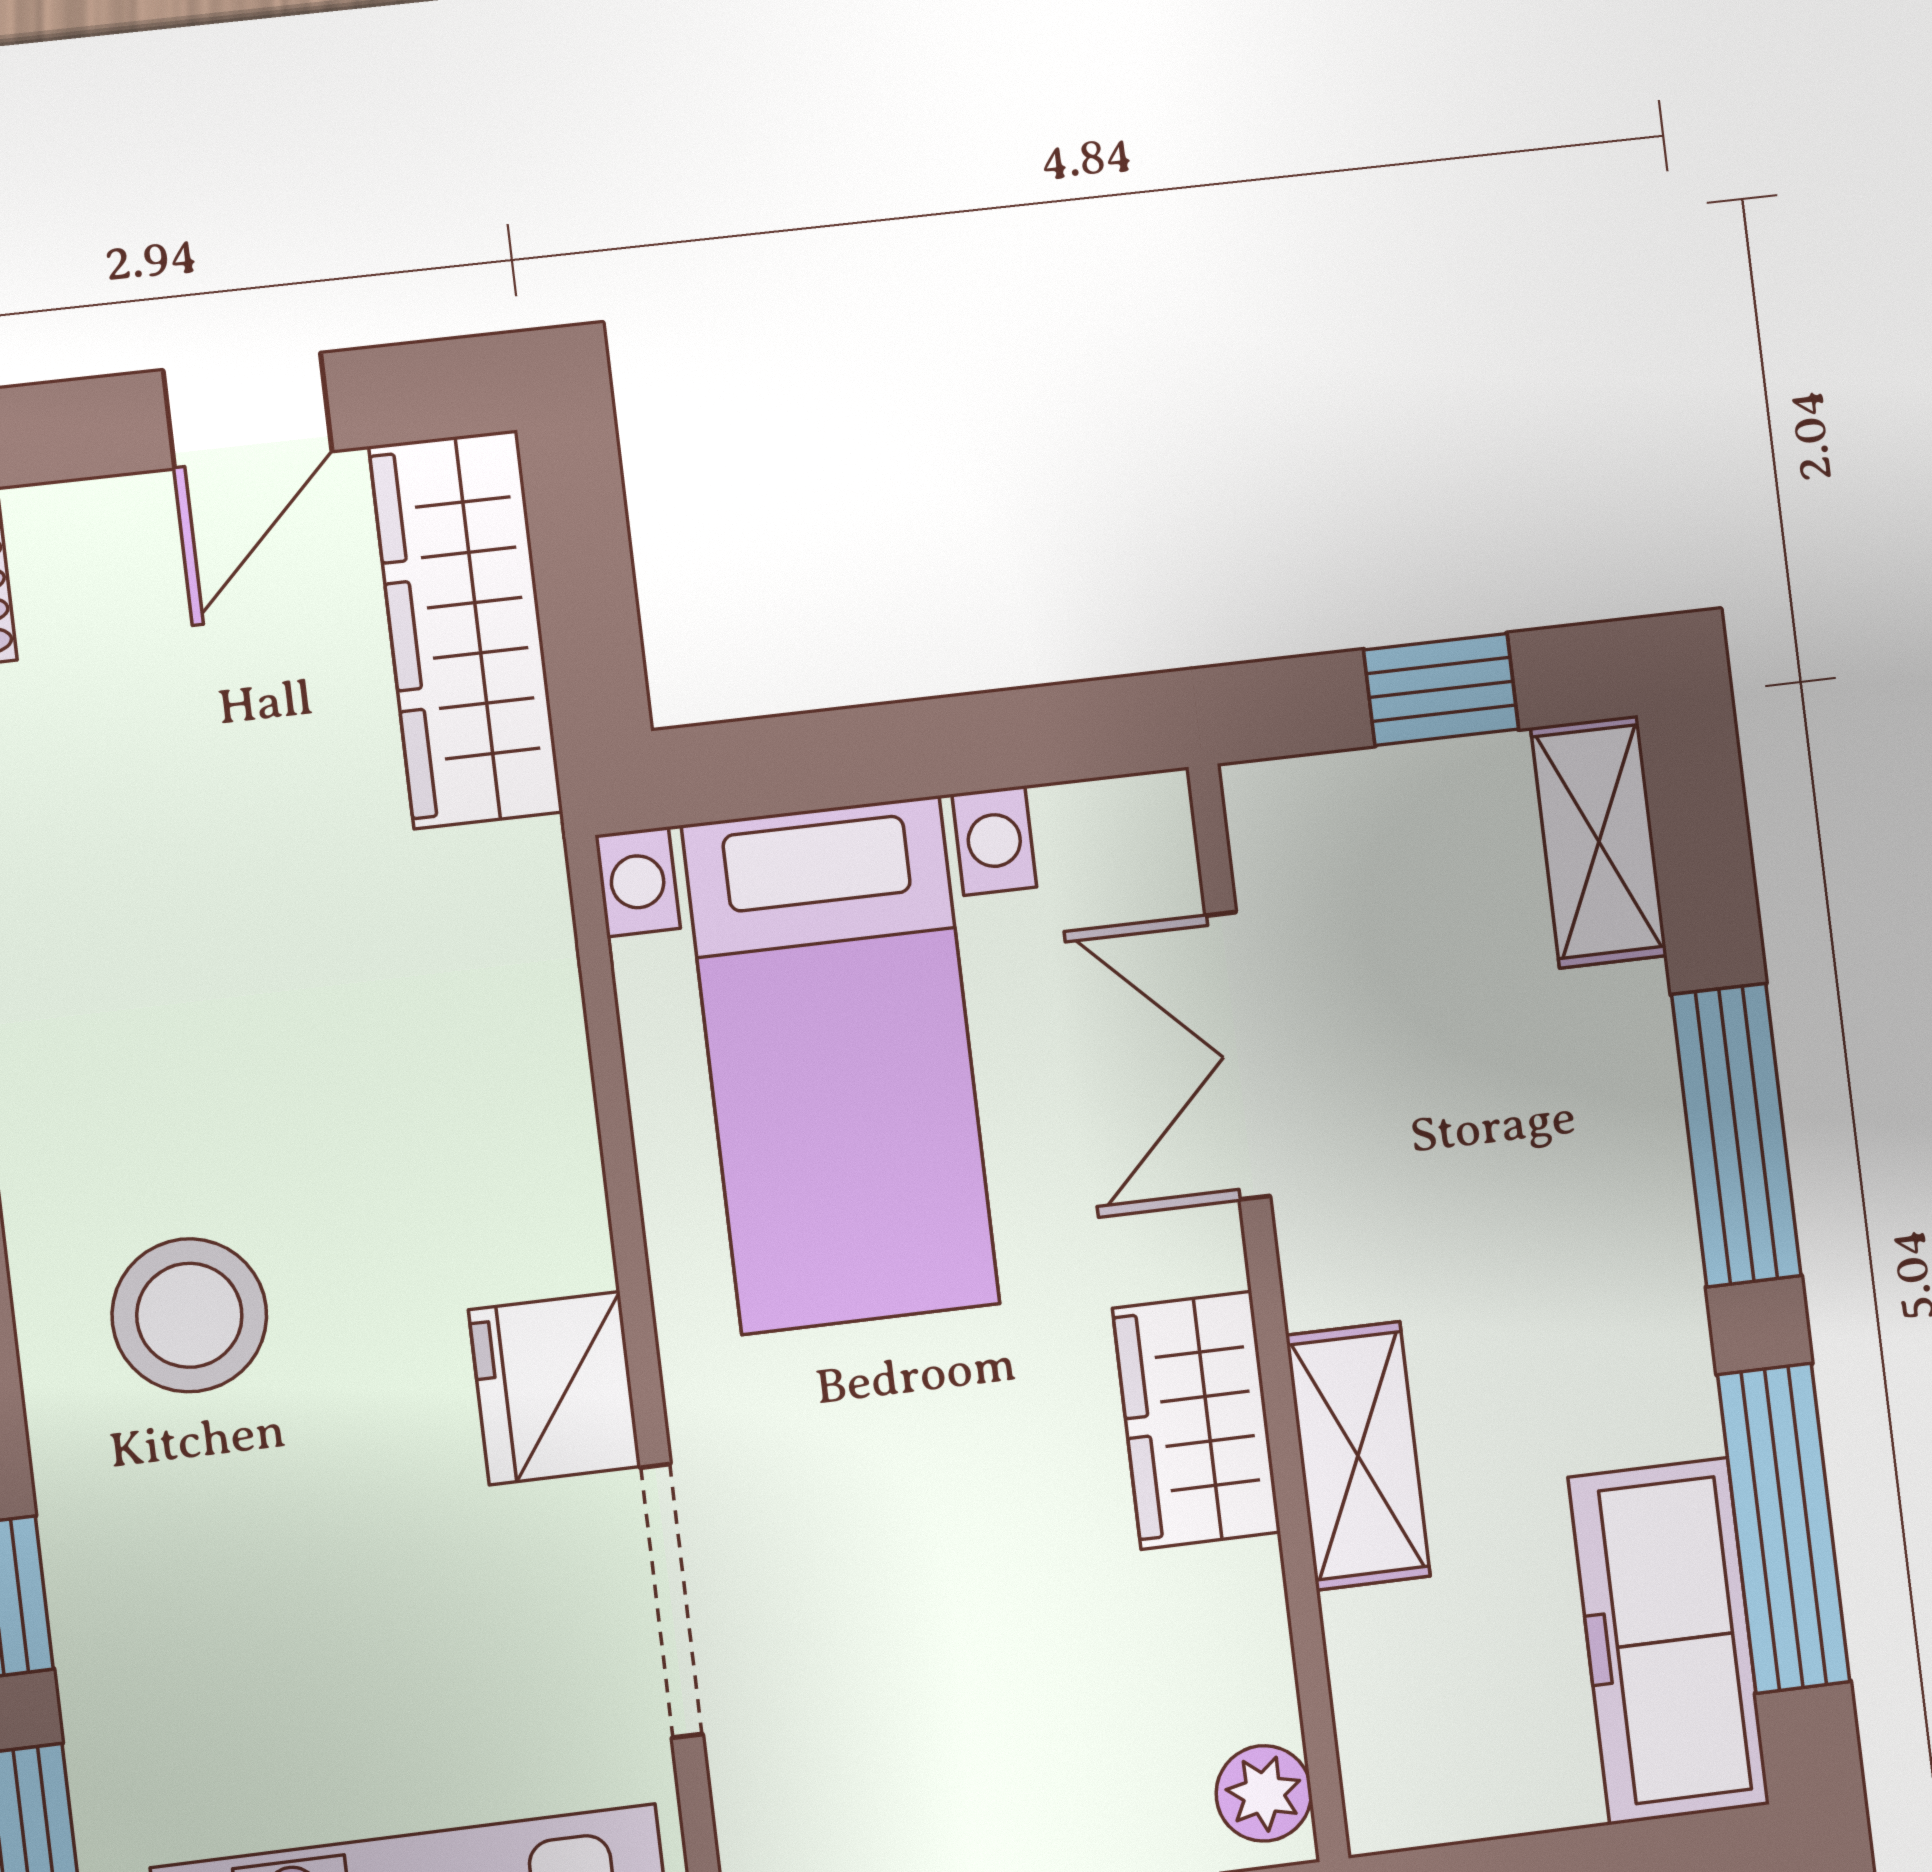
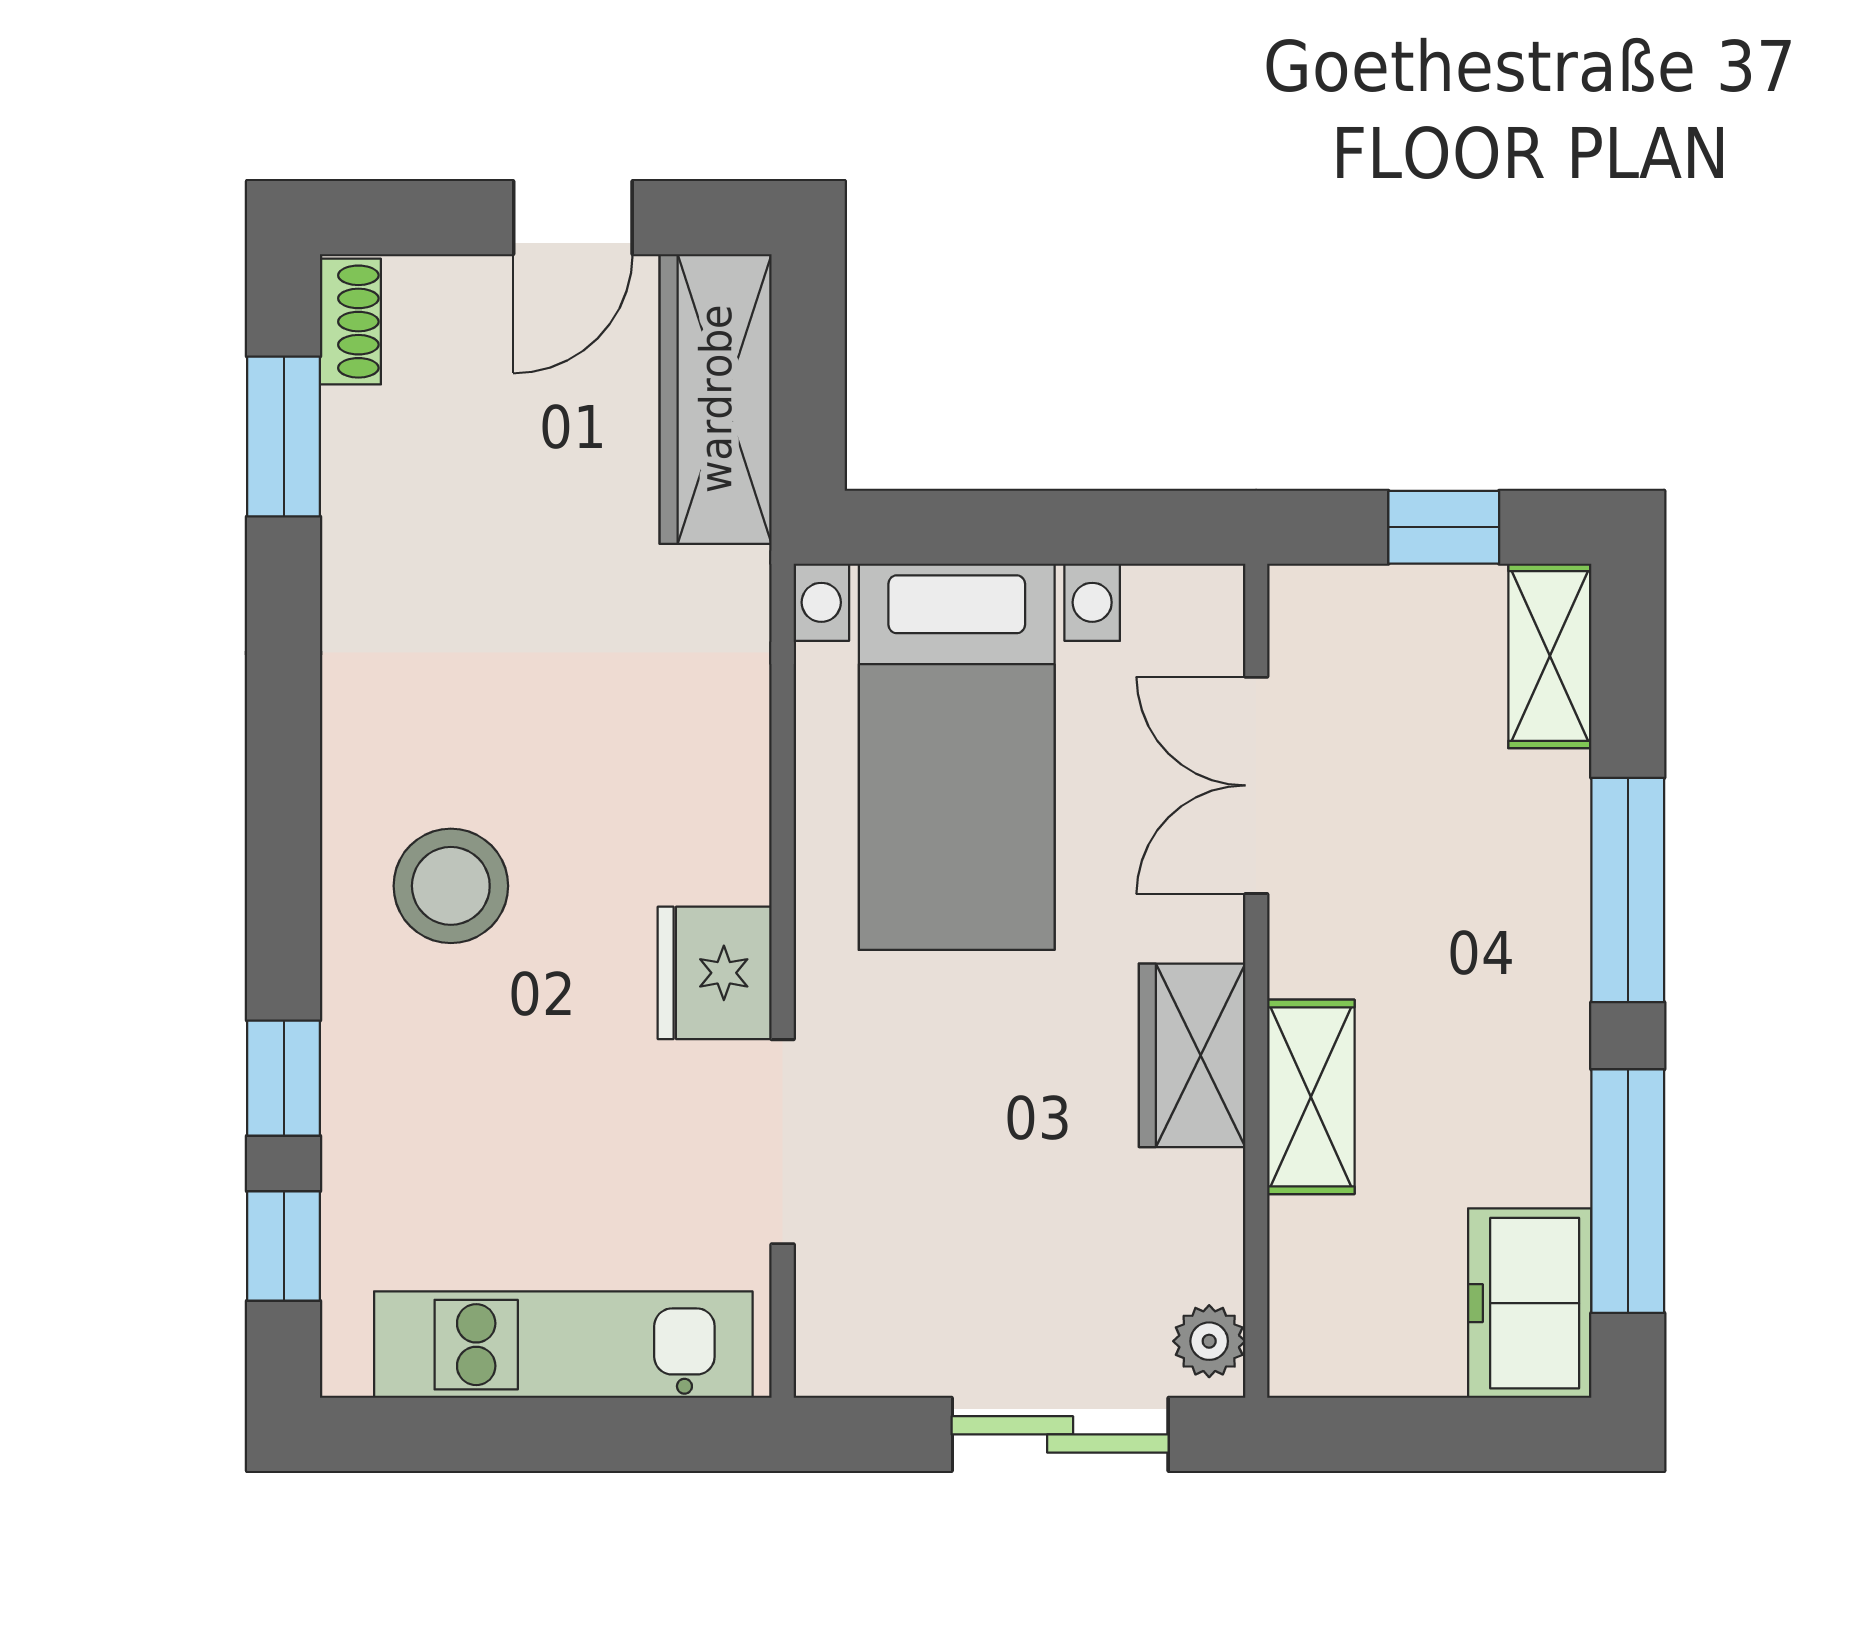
freezer: (1669, 1641) -> (1530, 1303), width x0.71

